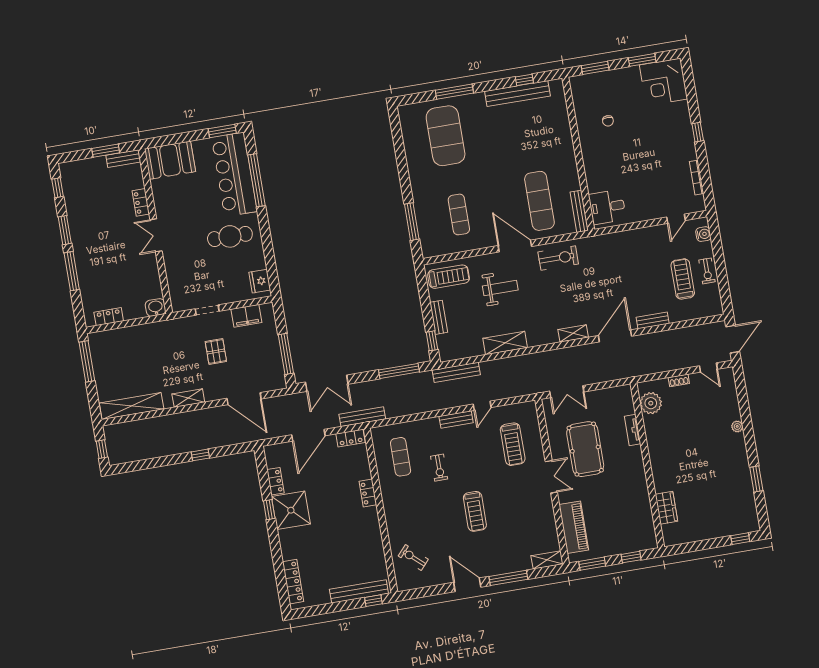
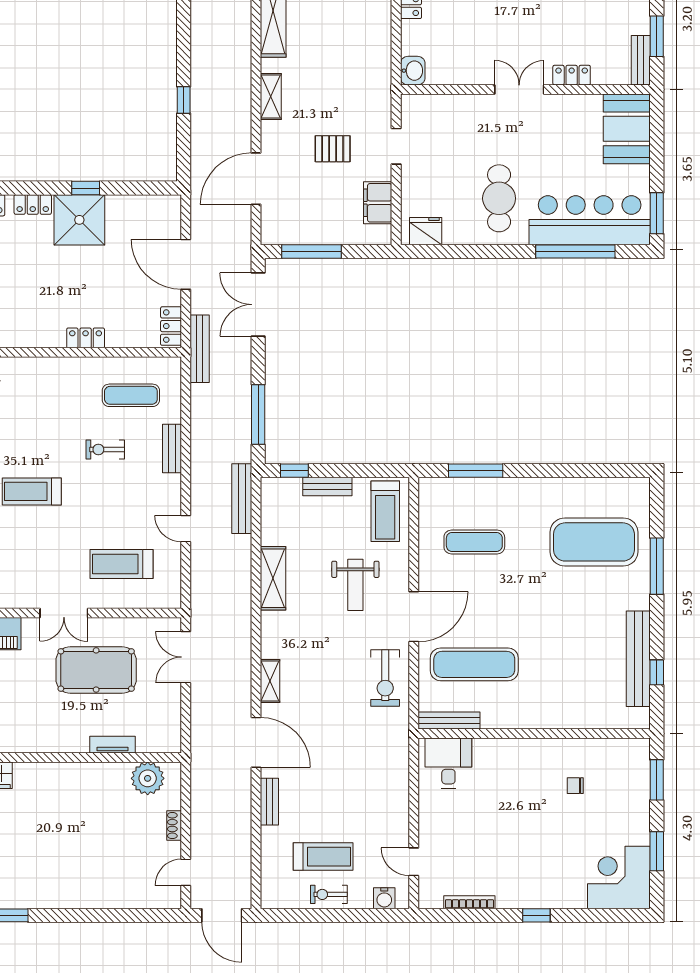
bench: (456, 420) -> (172, 449), moved
plant: (737, 426) -> (92, 900), removed
locker: (276, 481) -> (33, 204), moved

